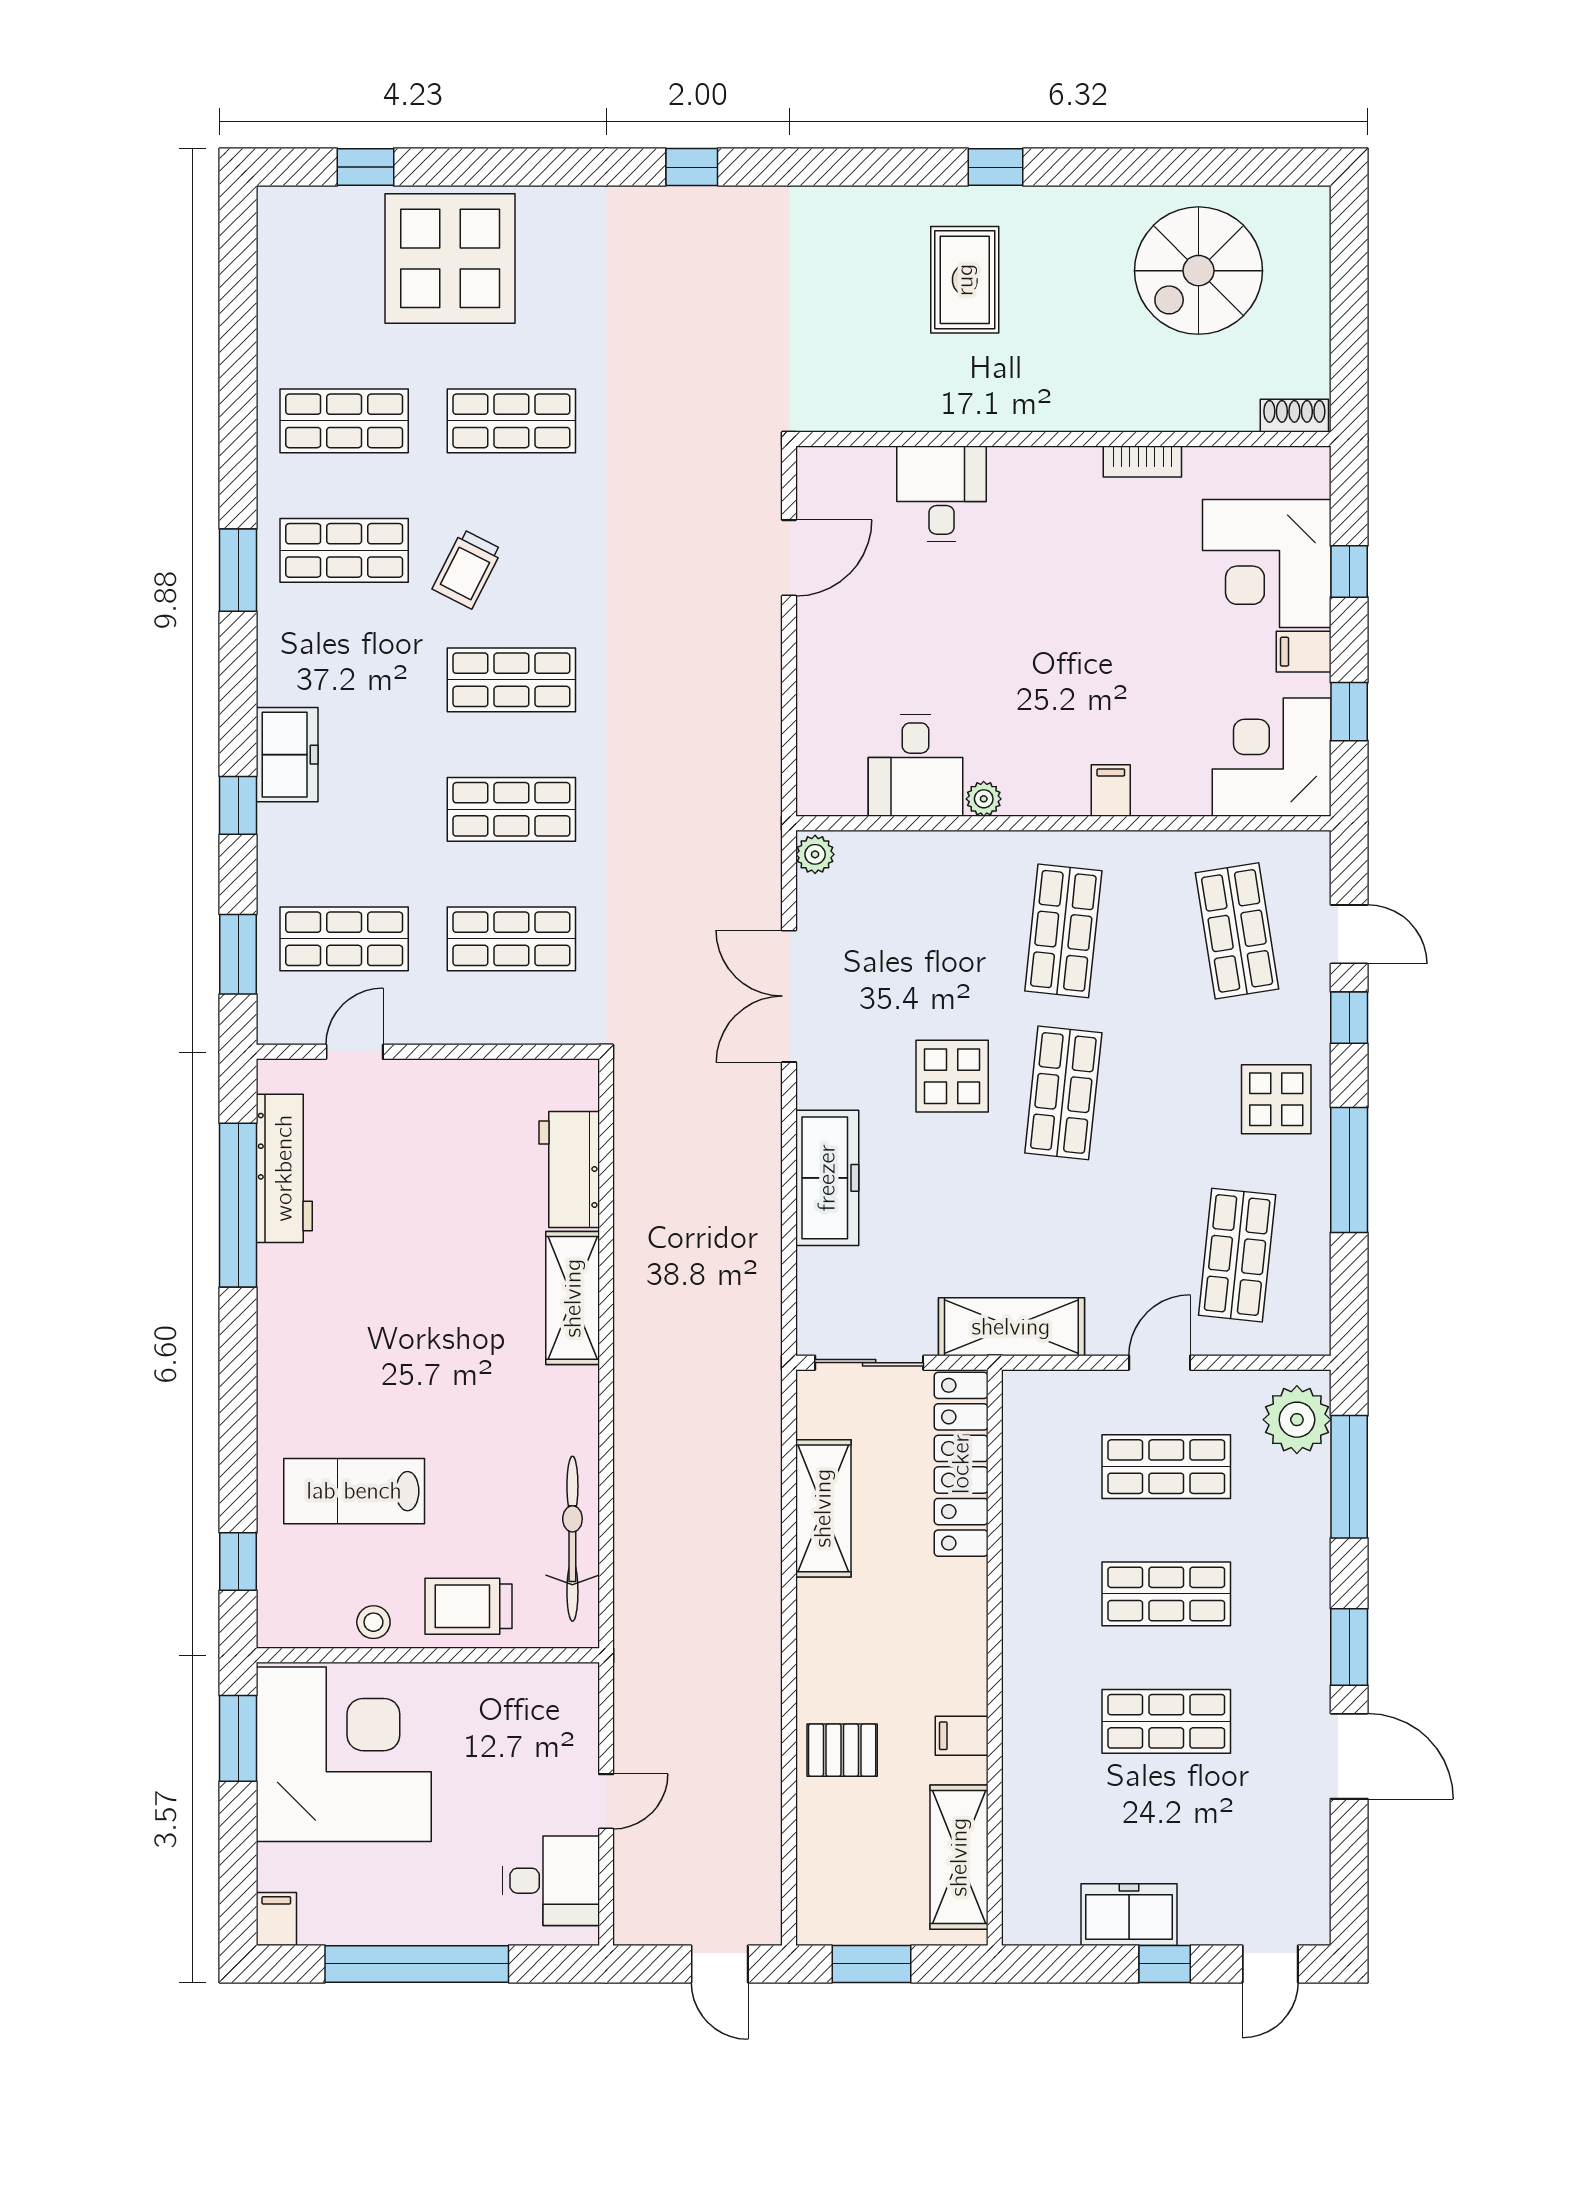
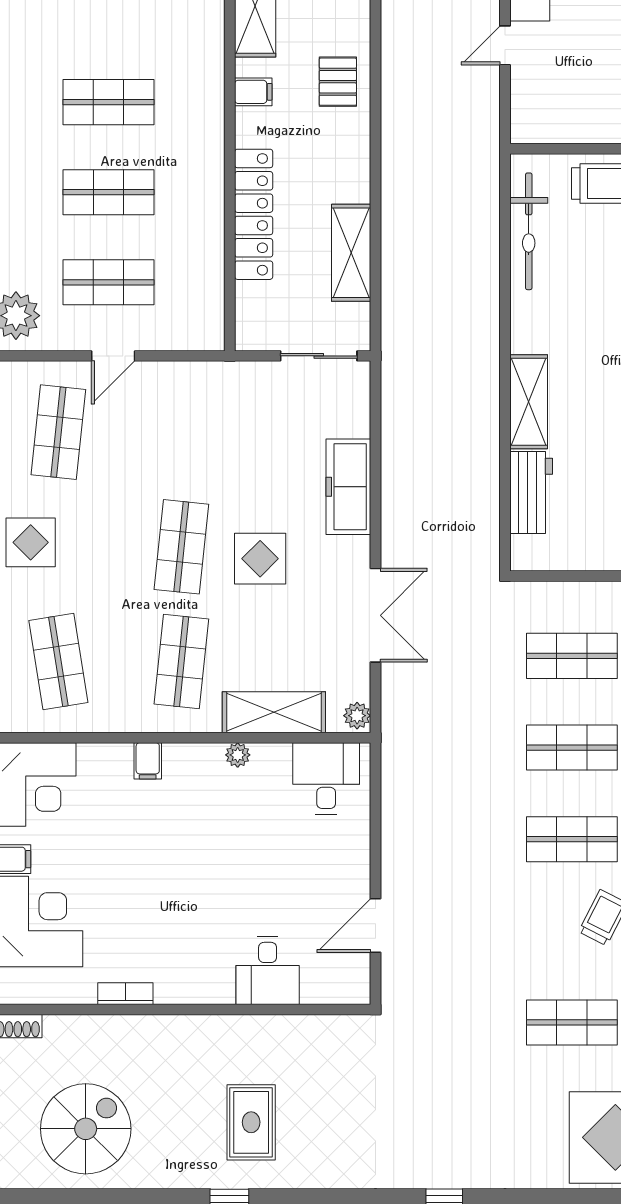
desk: (915, 766) -> (326, 779), moved
shelving: (1011, 1327) -> (274, 712), moved
locker: (961, 1464) -> (254, 214), moved
pallet: (842, 1750) -> (338, 82), turned 90

